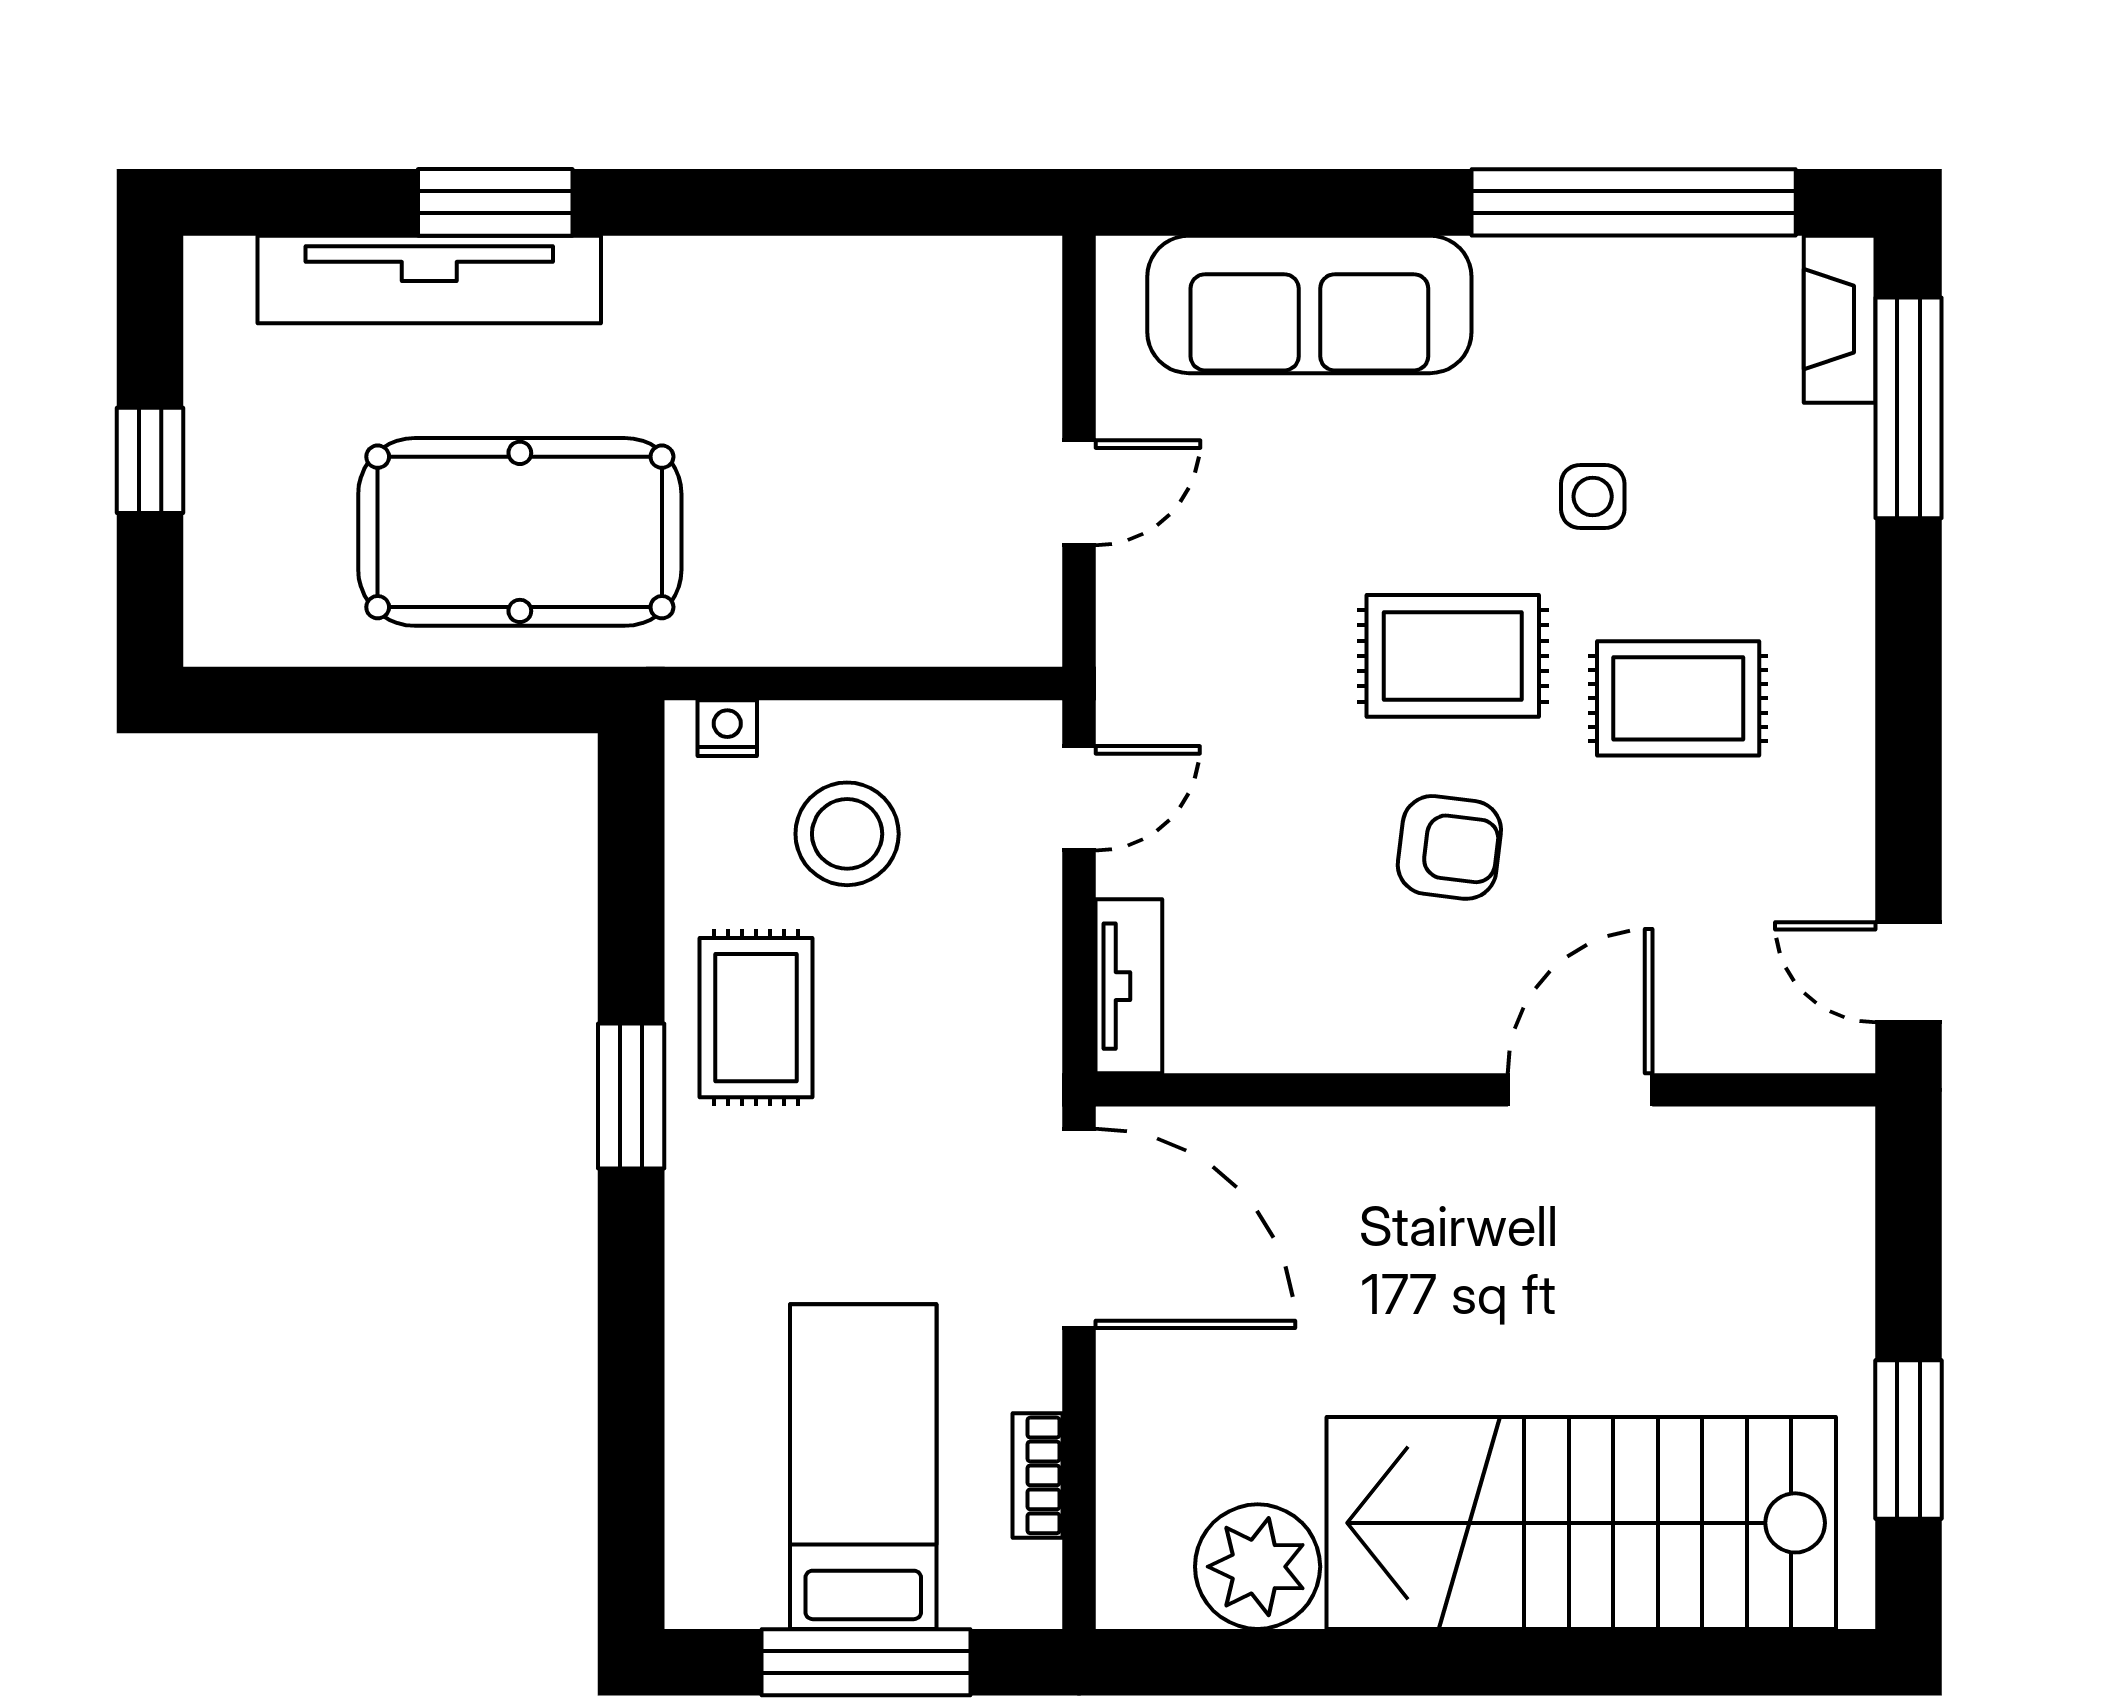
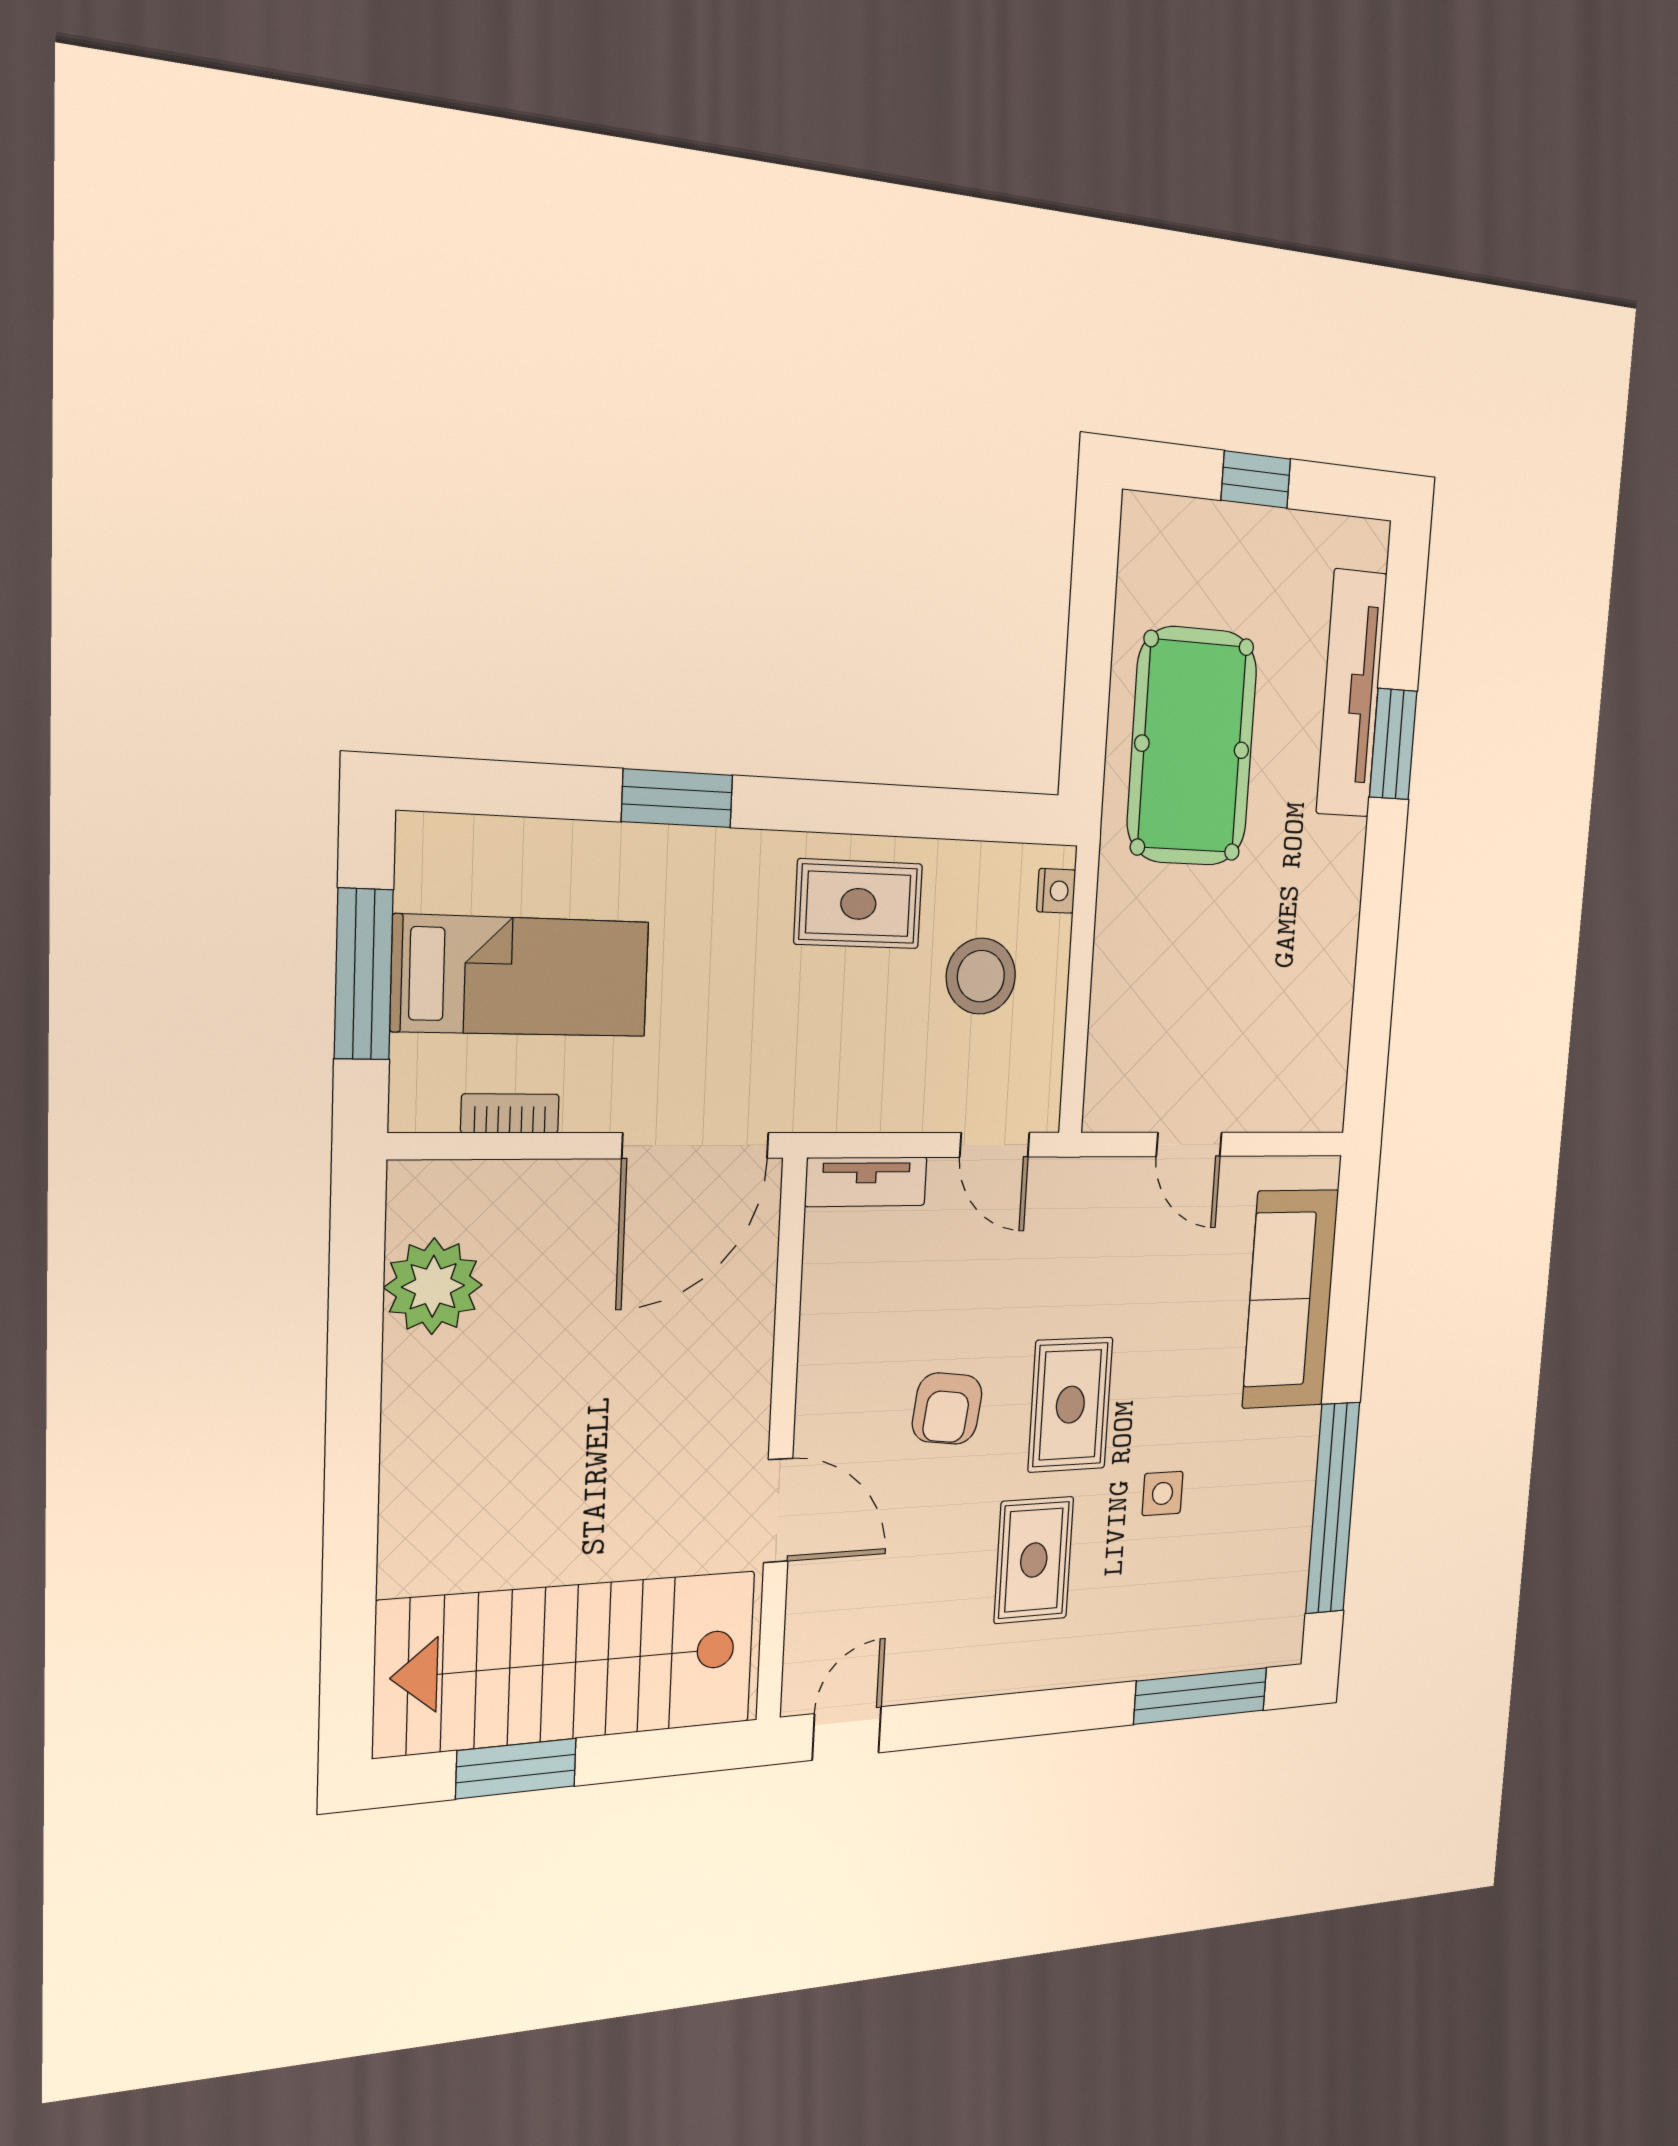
fireplace: (1840, 319) -> (1256, 1646), removed
window: (631, 1096) -> (677, 798), moved
stairs: (1581, 1523) -> (568, 1663), moved, turned -90

